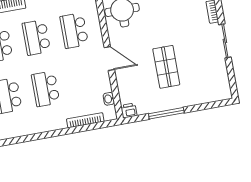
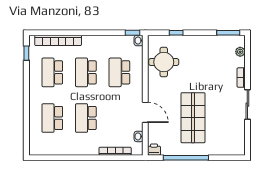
door: (109, 59) -> (145, 112), moved
shop shelf: (166, 67) -> (193, 118), width x1.43, depth x1.36
window: (166, 113) -> (186, 158), width x1.46

